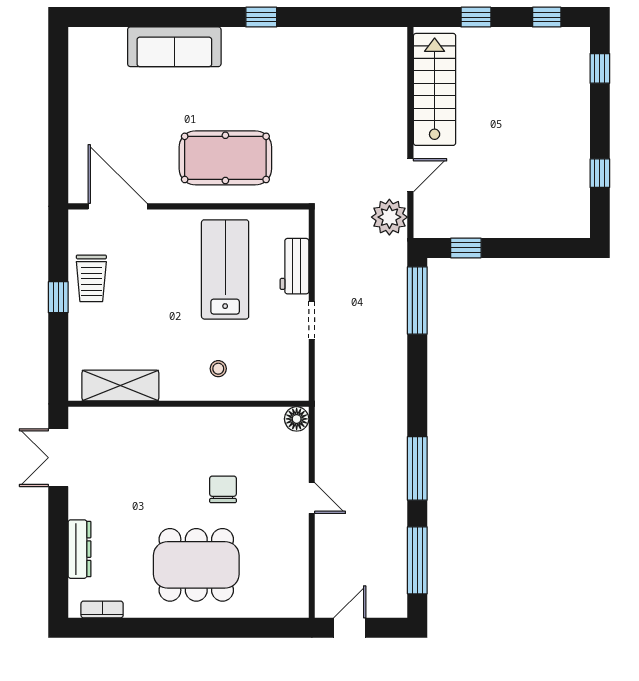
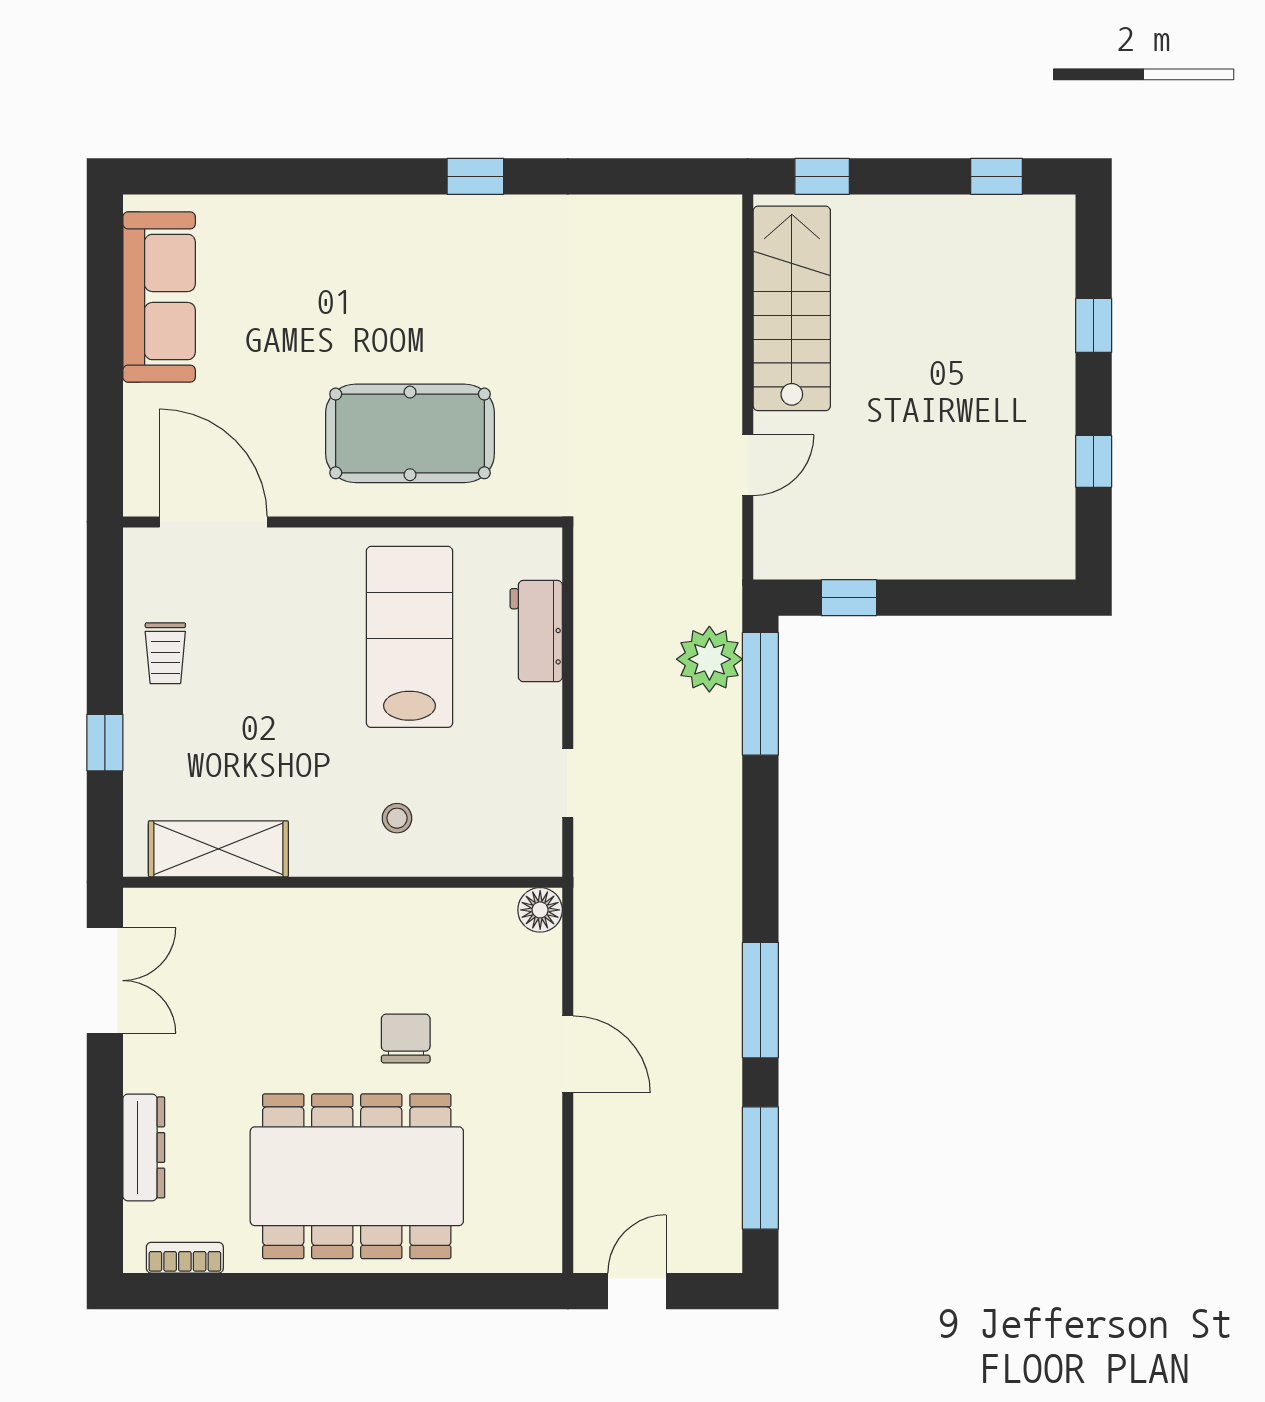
window: (476, 17) -> (822, 176), moved
sofa: (174, 47) -> (159, 297), moved, turned -90
window: (600, 68) -> (1094, 325), moved
plant: (389, 217) -> (709, 659), moved
trolley: (91, 278) -> (165, 653), width x0.73, depth x0.72
window: (58, 297) -> (105, 743), moved
doorway: (312, 320) -> (568, 783), moved
double door: (58, 458) -> (105, 981), swing flipped
door: (312, 498) -> (568, 1054), width x1.38
dining table: (196, 565) -> (357, 1176), width x1.36, depth x1.24

